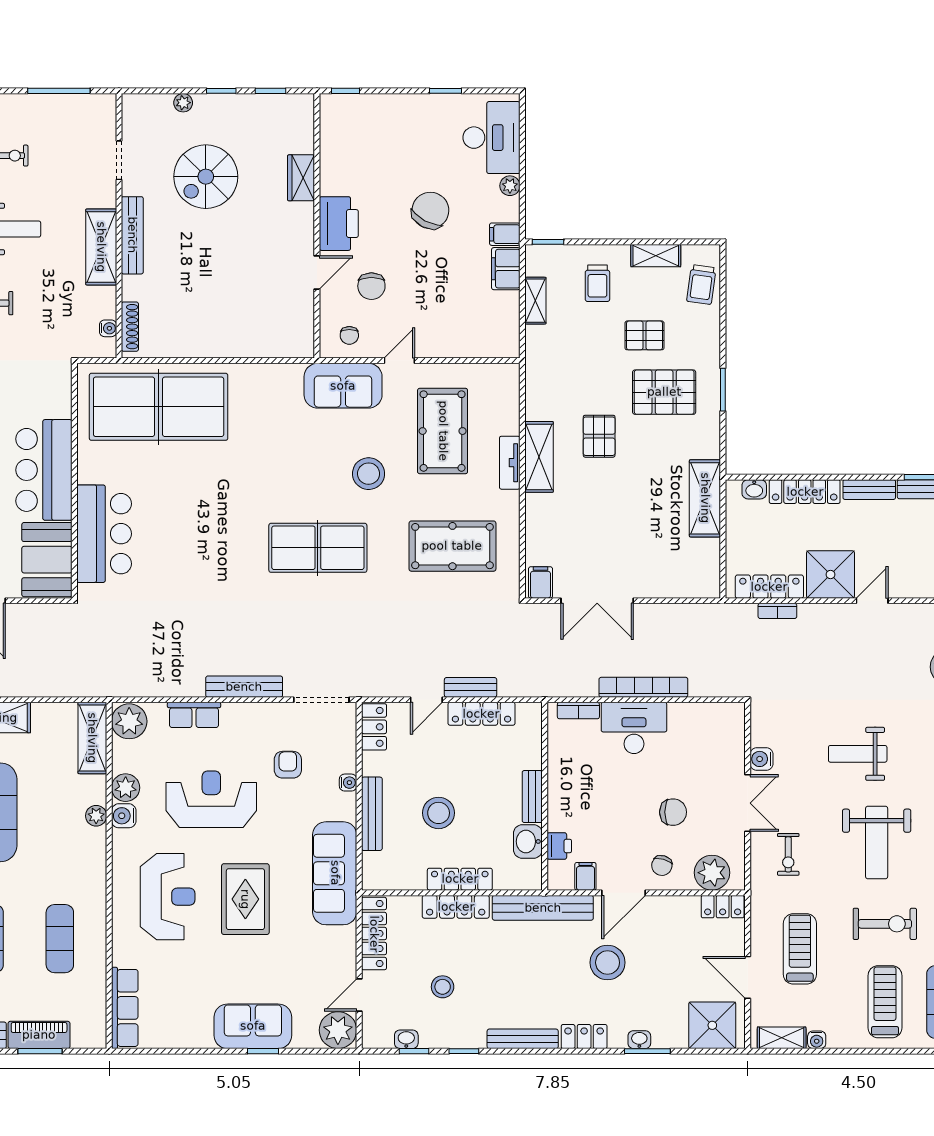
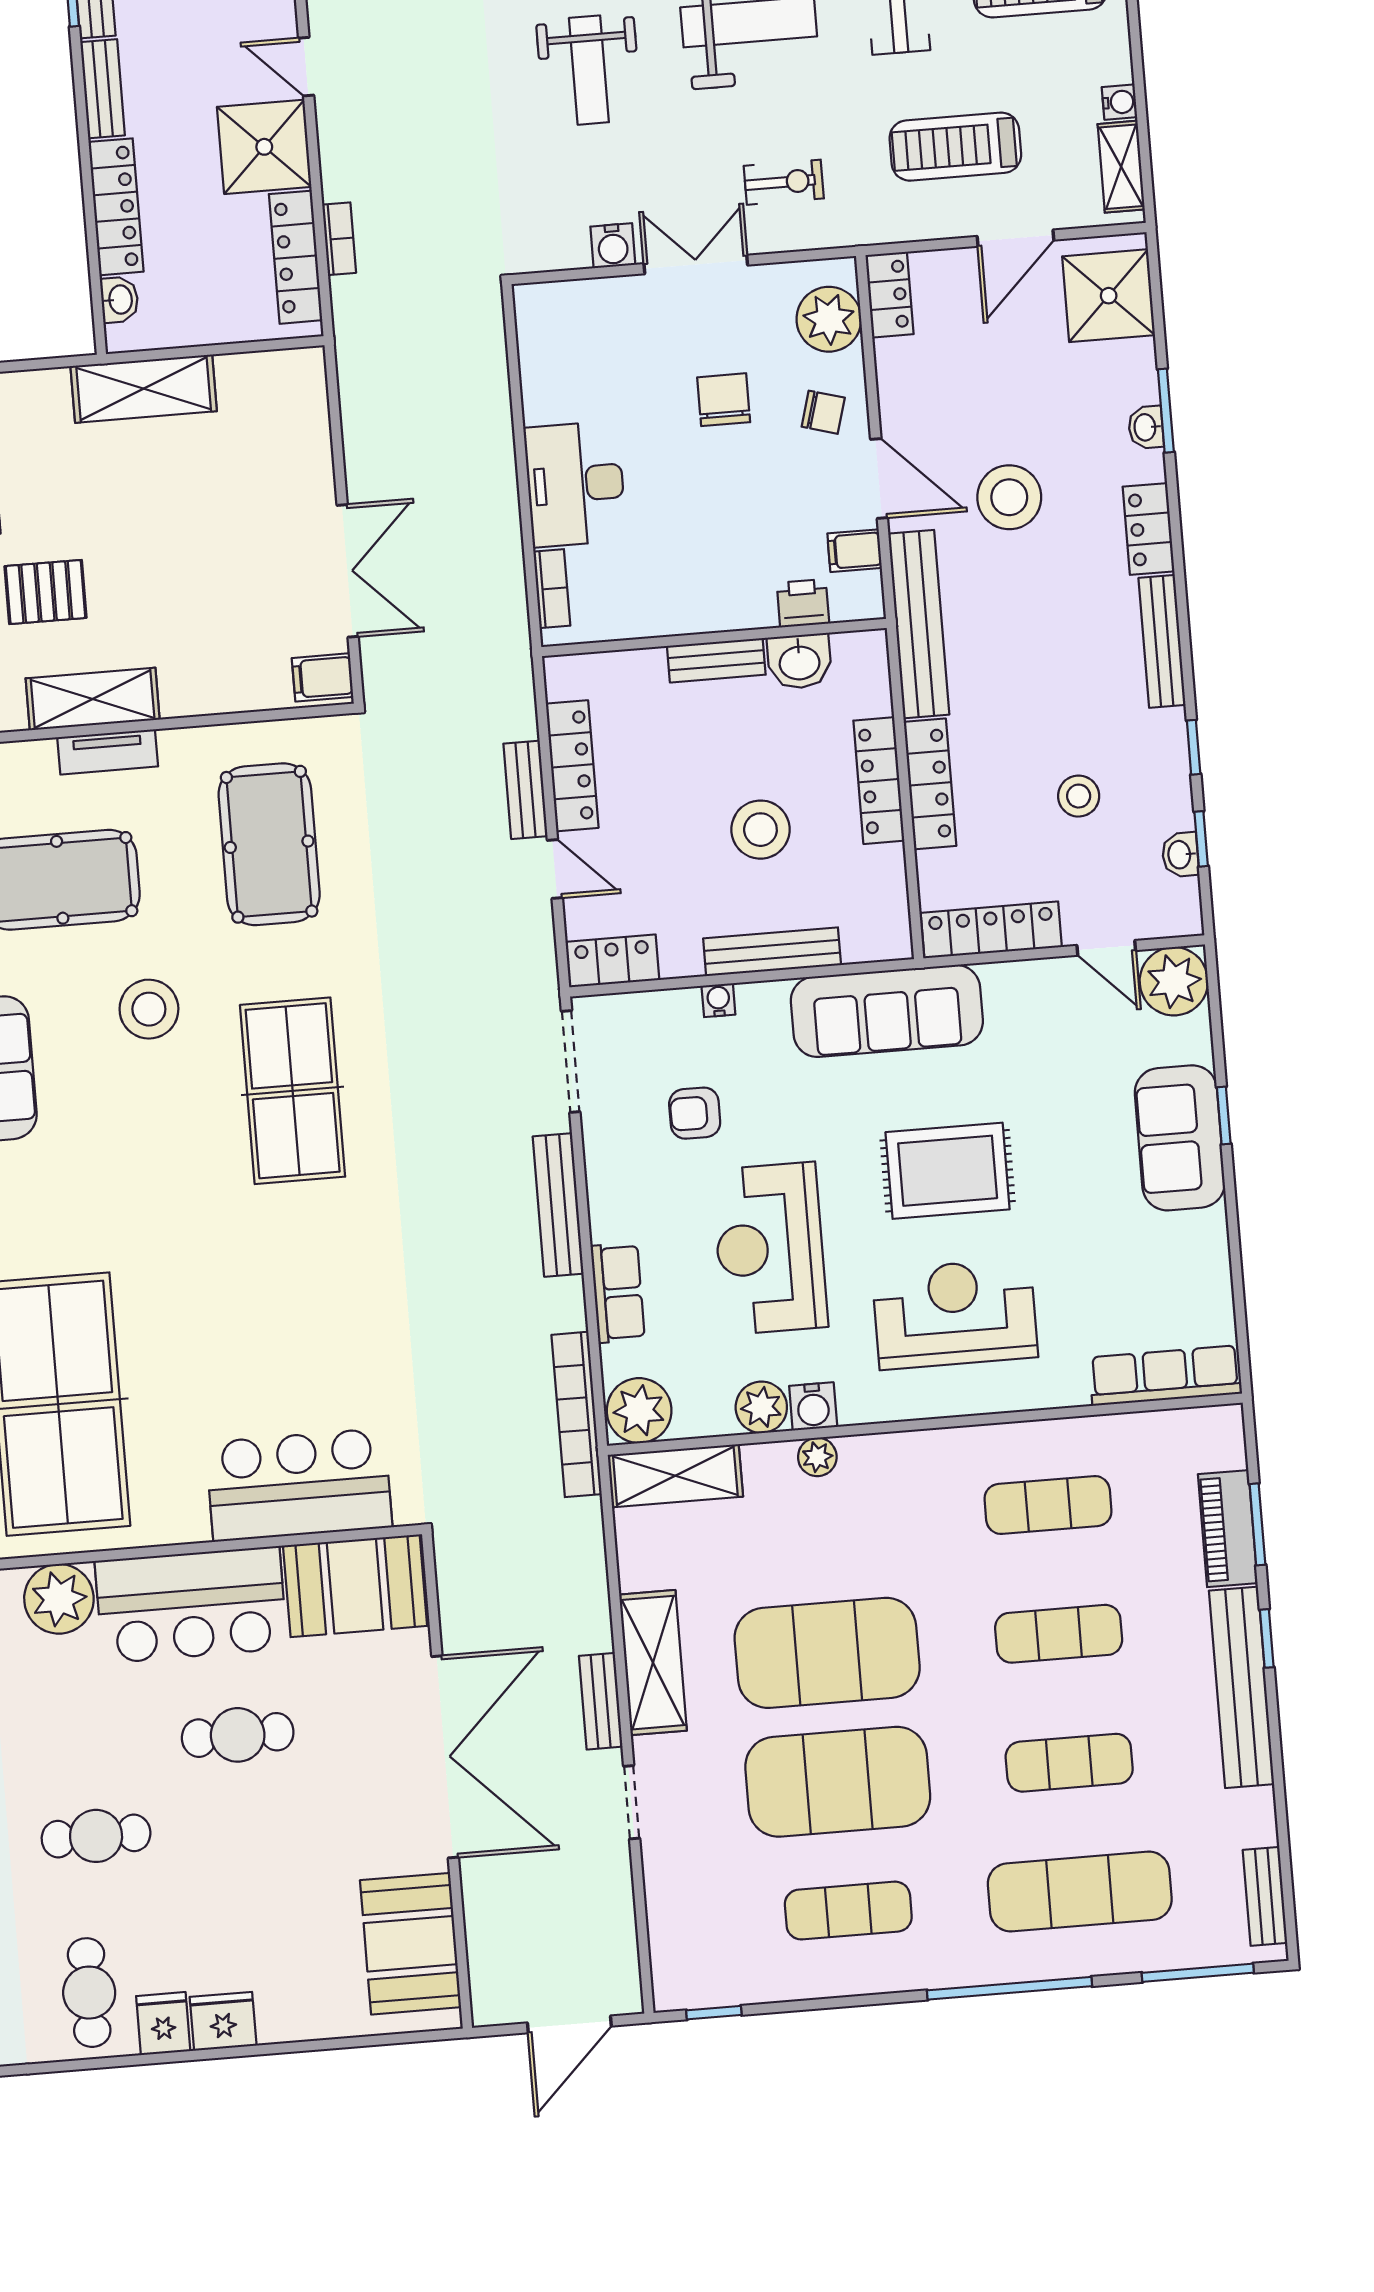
plant: (53, 399) -> (59, 1599), added
bookcase: (643, 687) -> (577, 1414), moved

